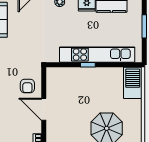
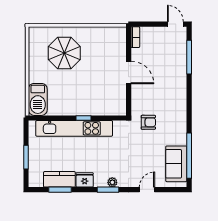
armchair: (27, 86) -> (148, 122), moved, turned 90

